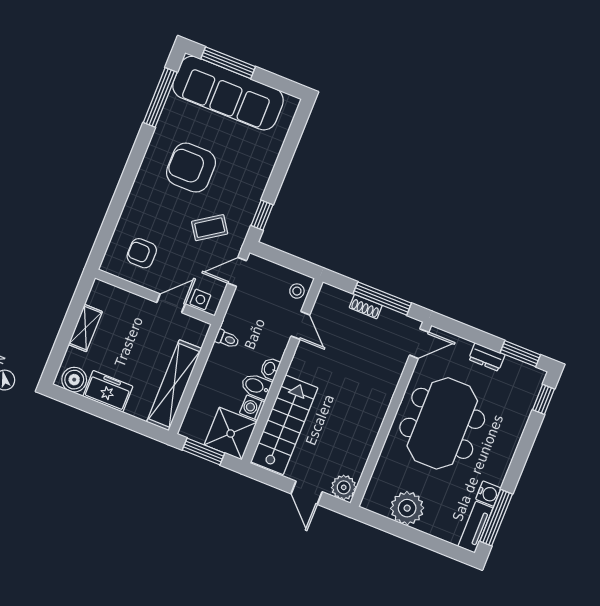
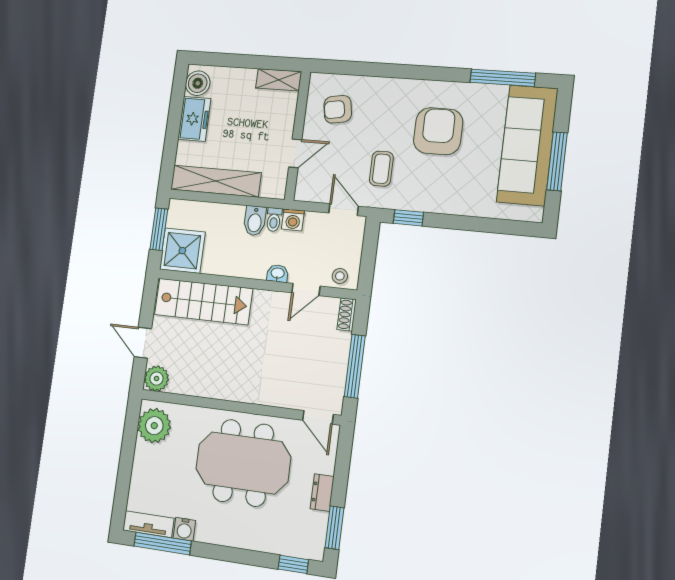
window: (228, 63) -> (557, 161), moved
coffee table: (210, 228) -> (381, 169), turned 34
armchair: (142, 253) -> (338, 109), turned -100
side table: (200, 299) -> (306, 181), removed
door: (171, 303) -> (295, 153), hinge flipped
shoe rack: (366, 307) -> (347, 315), moved
shelving: (85, 328) -> (279, 80), moved
washbasin: (270, 369) -> (278, 273), moved
bidet: (256, 386) -> (255, 221), moved, turned 180
washing machine: (252, 408) -> (293, 220), moved, turned 180
door: (307, 493) -> (143, 343), hinge flipped
plant: (407, 508) -> (154, 426), moved

